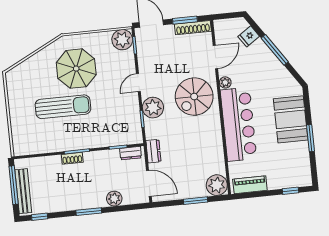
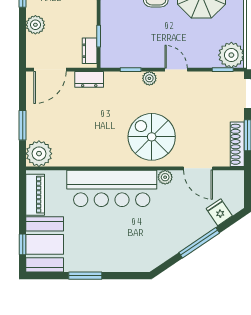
plant: (153, 108) -> (149, 78), width x0.53, depth x0.53
booth: (291, 119) -> (45, 244), moved, turned 90

